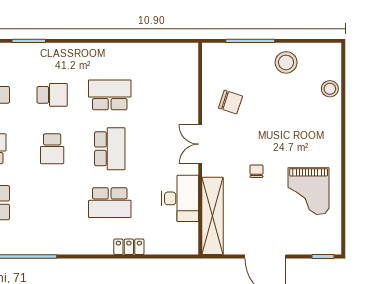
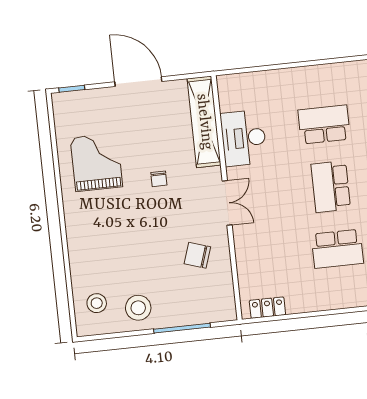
stool: (330, 89) -> (97, 303), moved
locker: (129, 247) -> (267, 308), moved, turned 180

